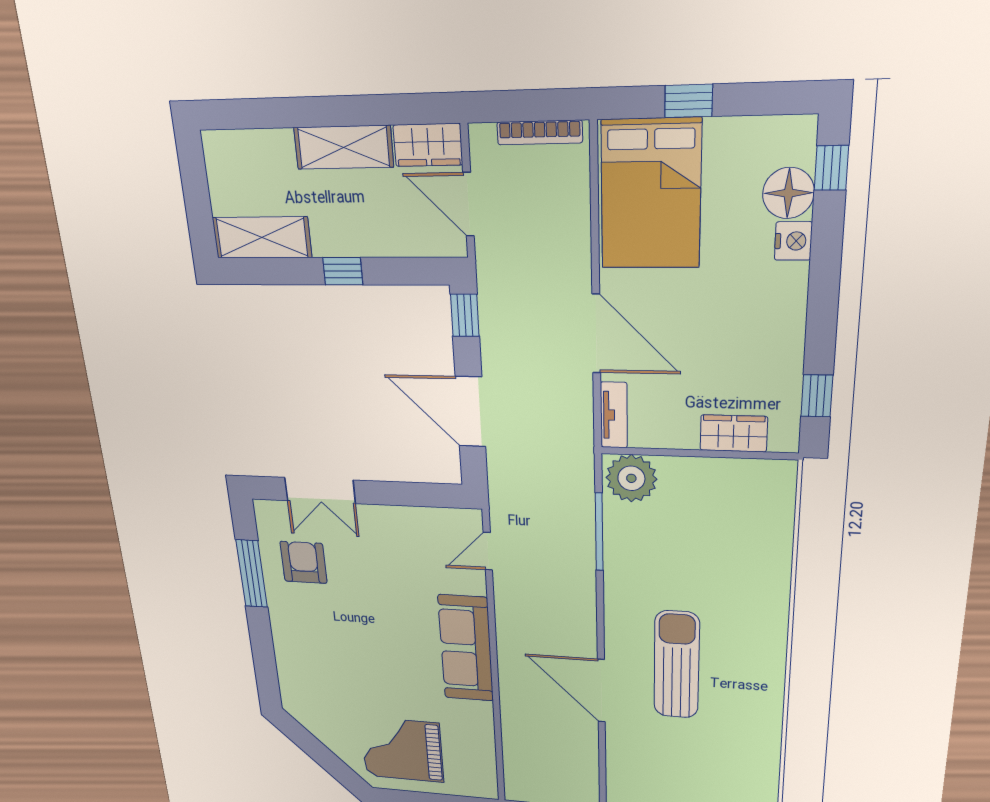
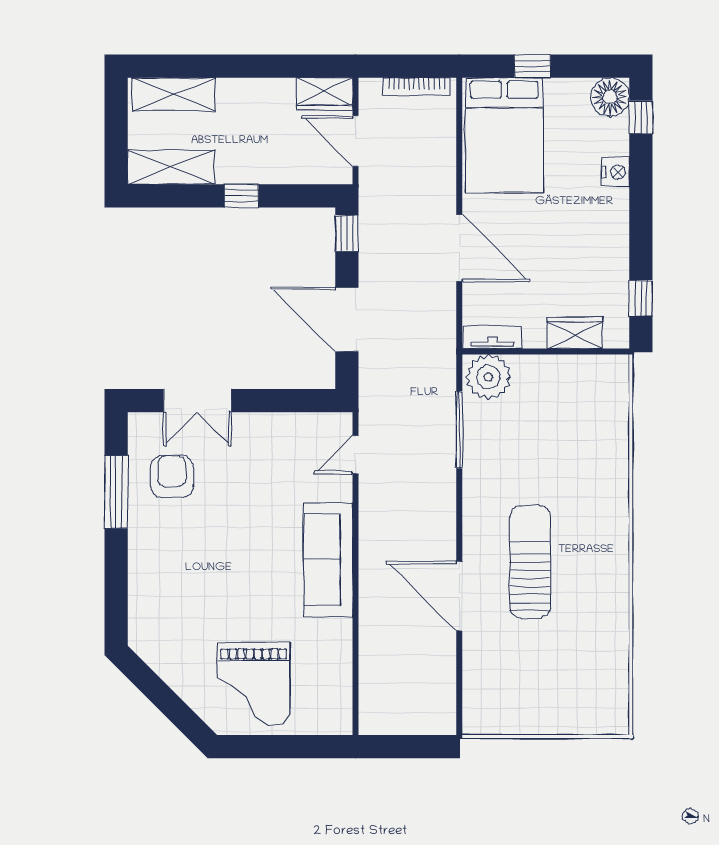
shelving: (344, 147) -> (174, 94), moved
floor lamp: (788, 193) -> (610, 97), moved
tv unit: (614, 415) -> (492, 337), moved, turned -90
grand piano: (402, 750) -> (254, 684), turned -90

